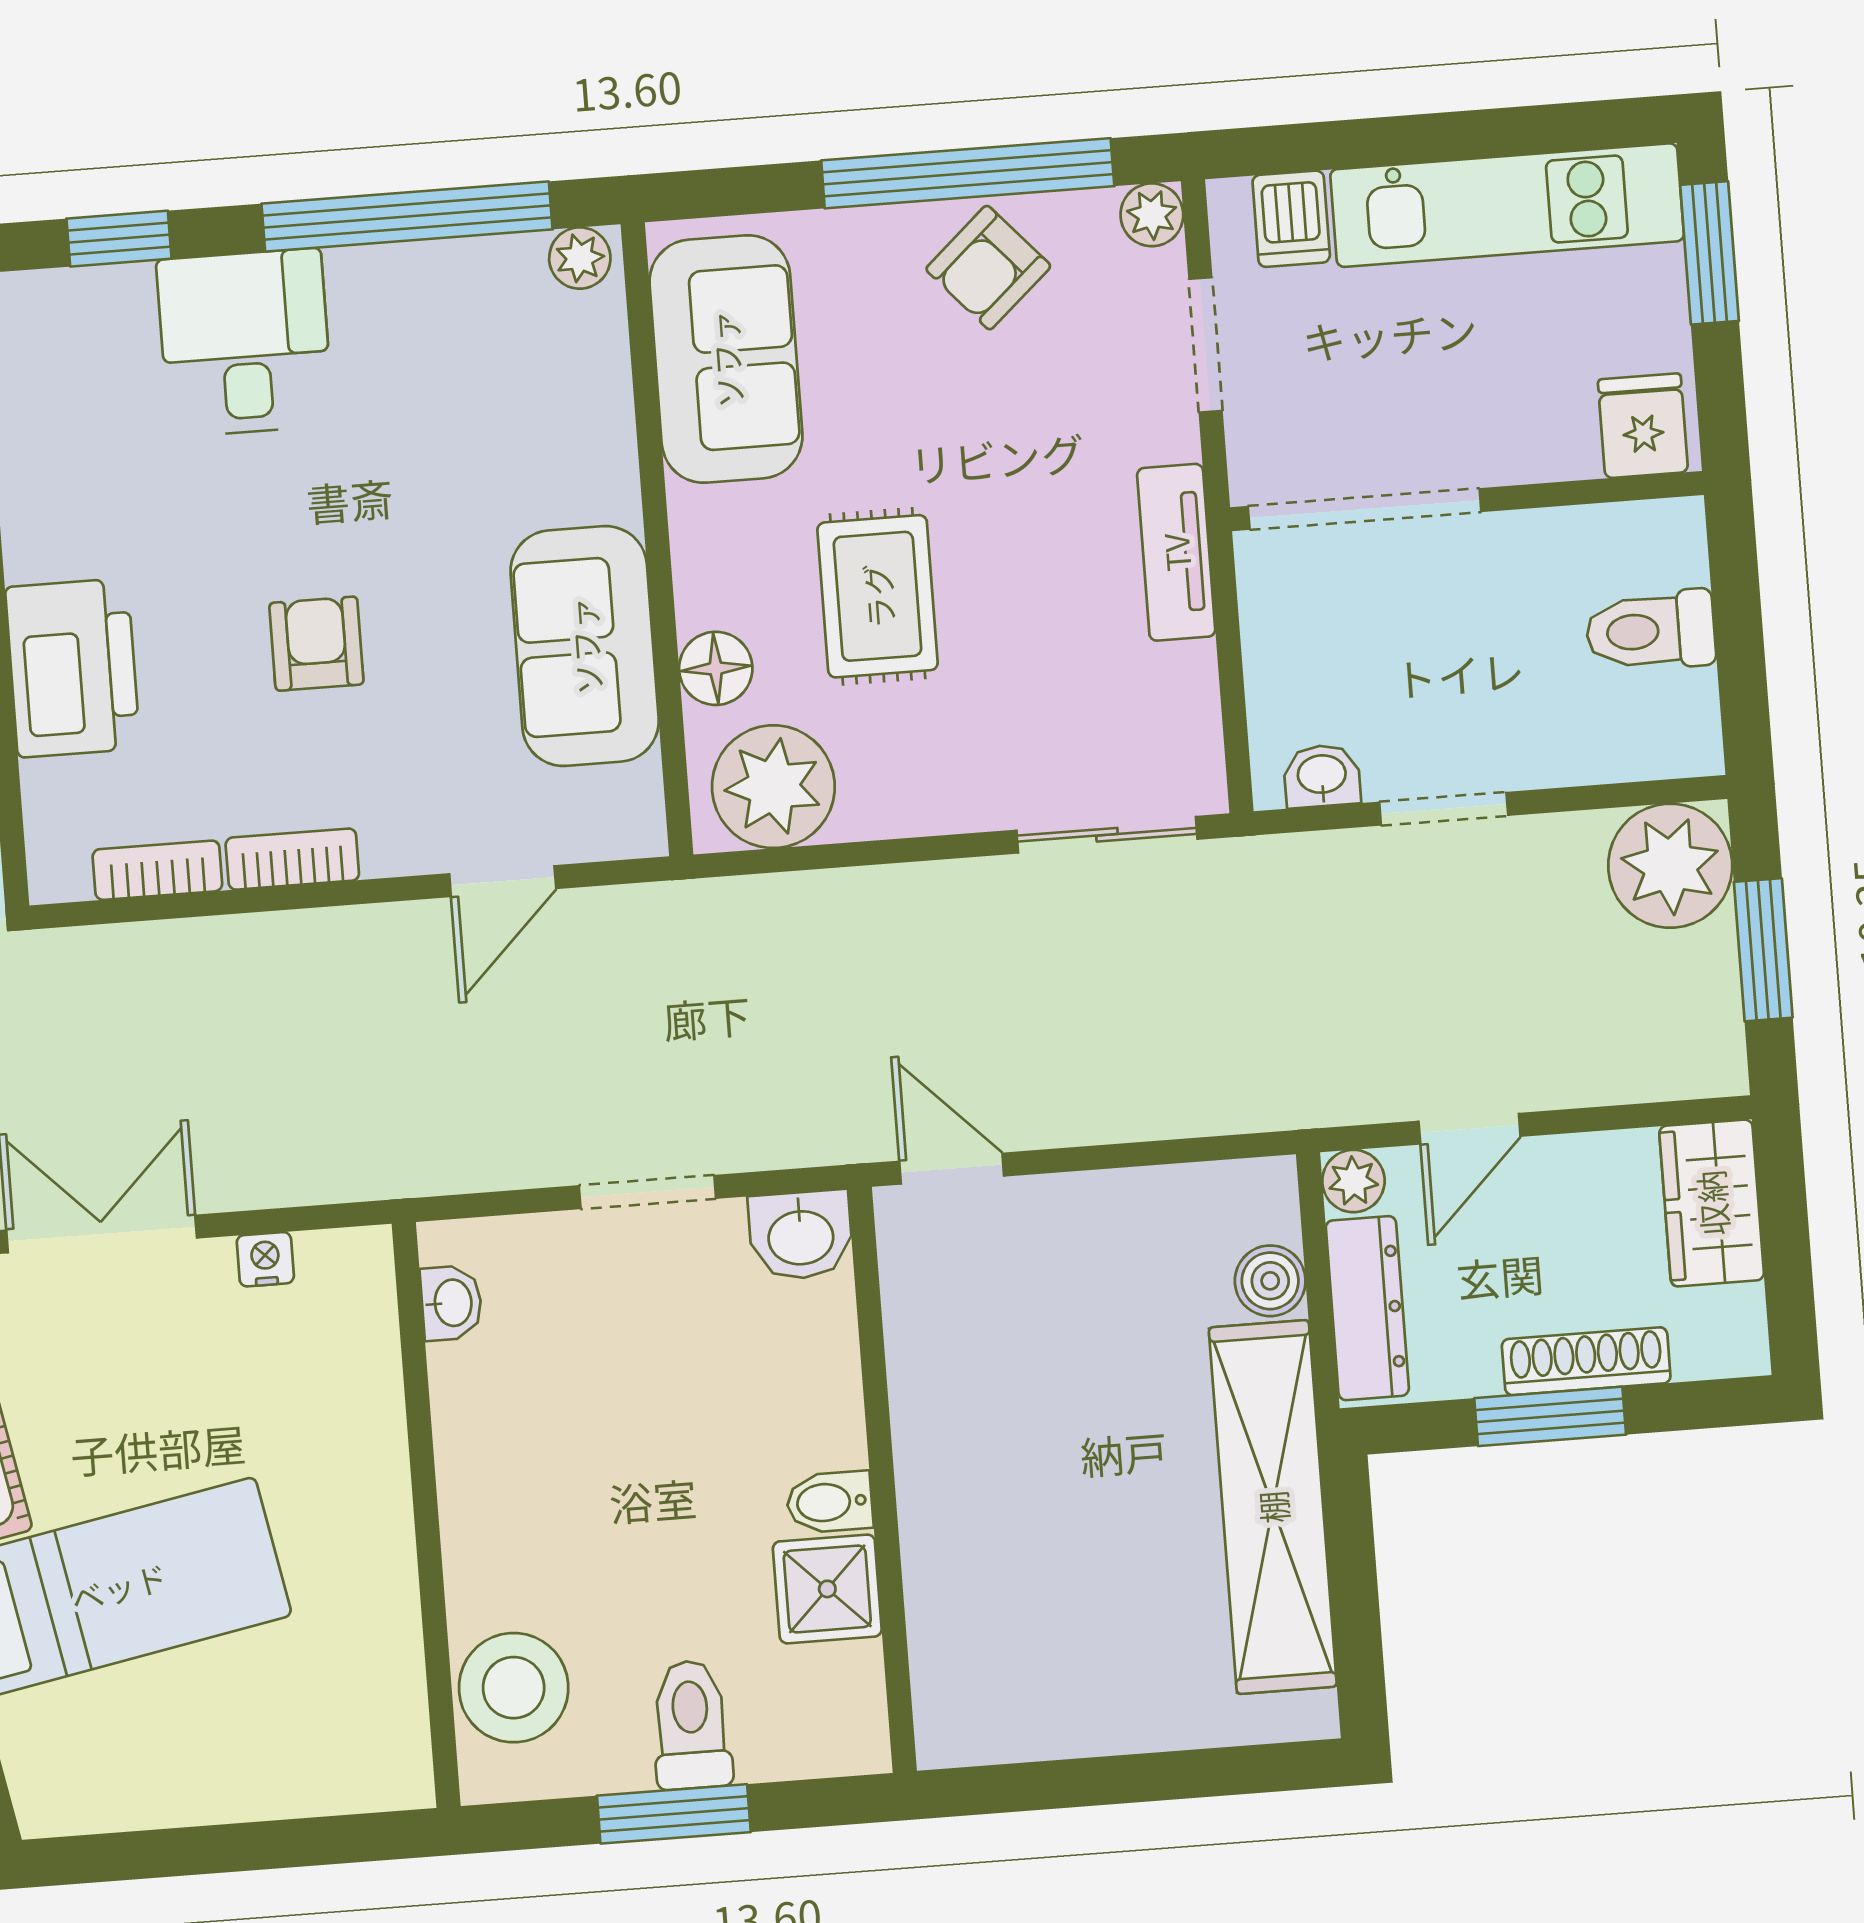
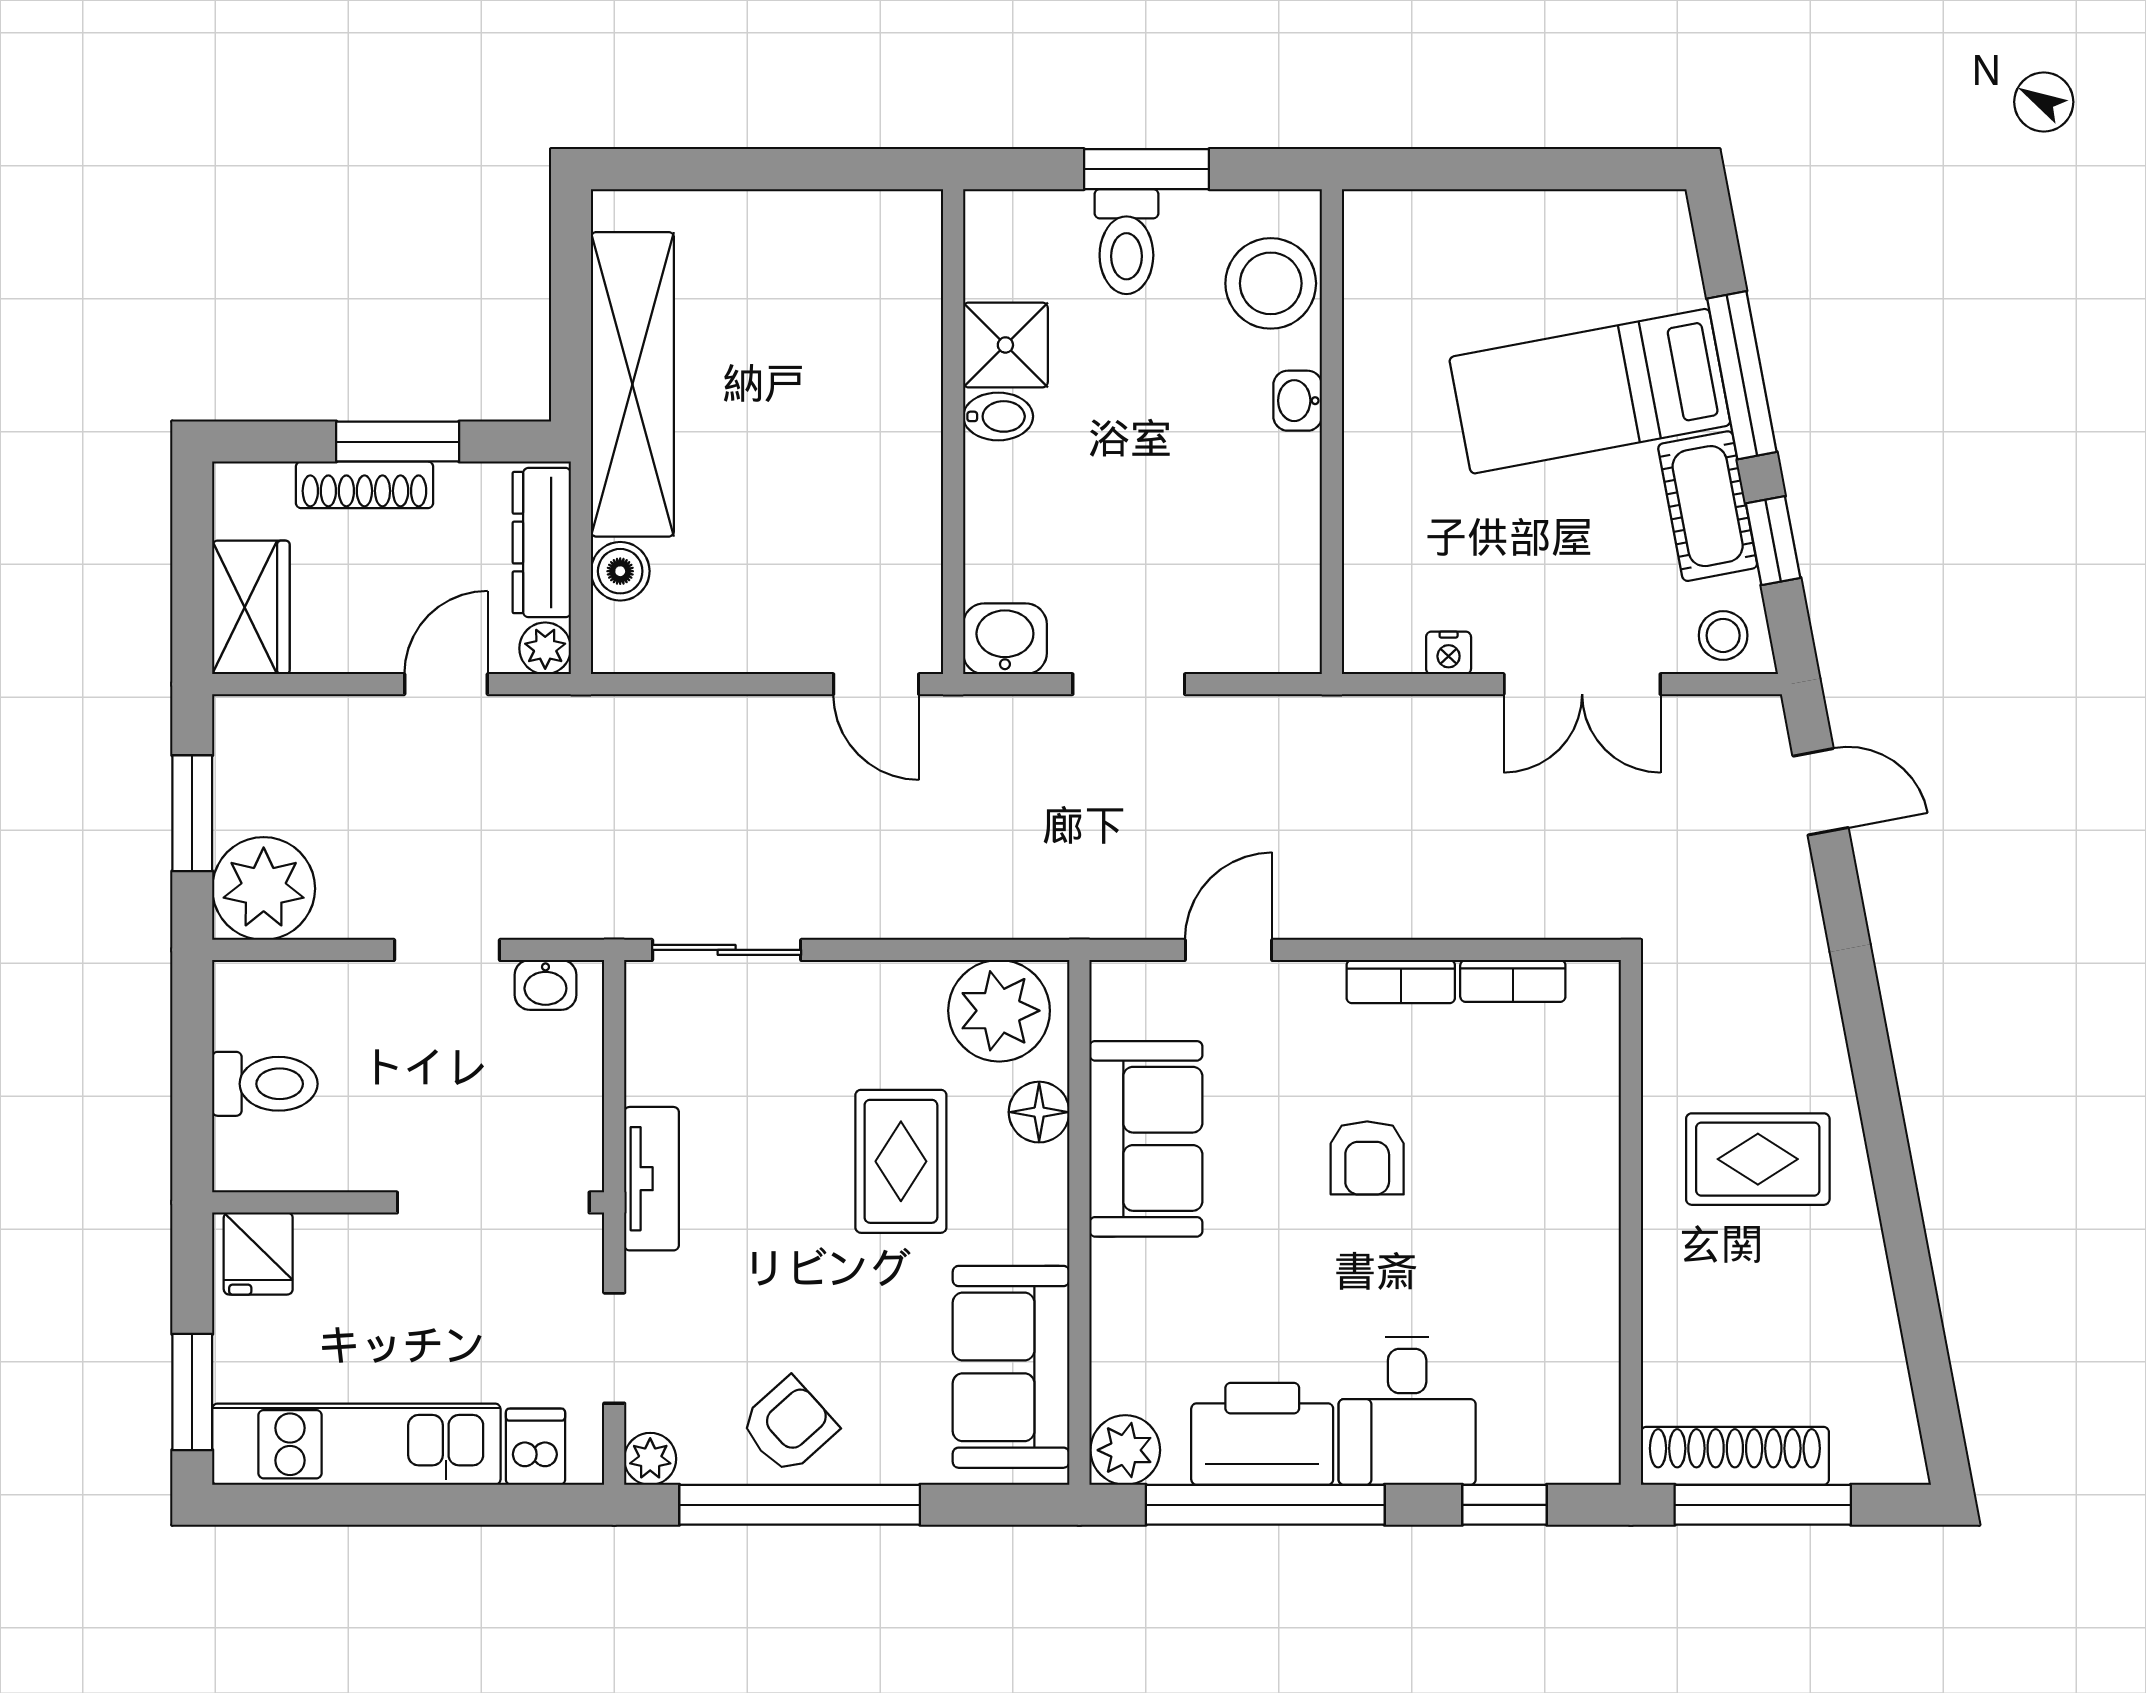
plant: (580, 258) -> (1125, 1450), width x1.38, depth x1.38
printer: (73, 668) -> (1262, 1434), moved, turned 90
washbasin: (451, 1303) -> (1298, 401), moved

